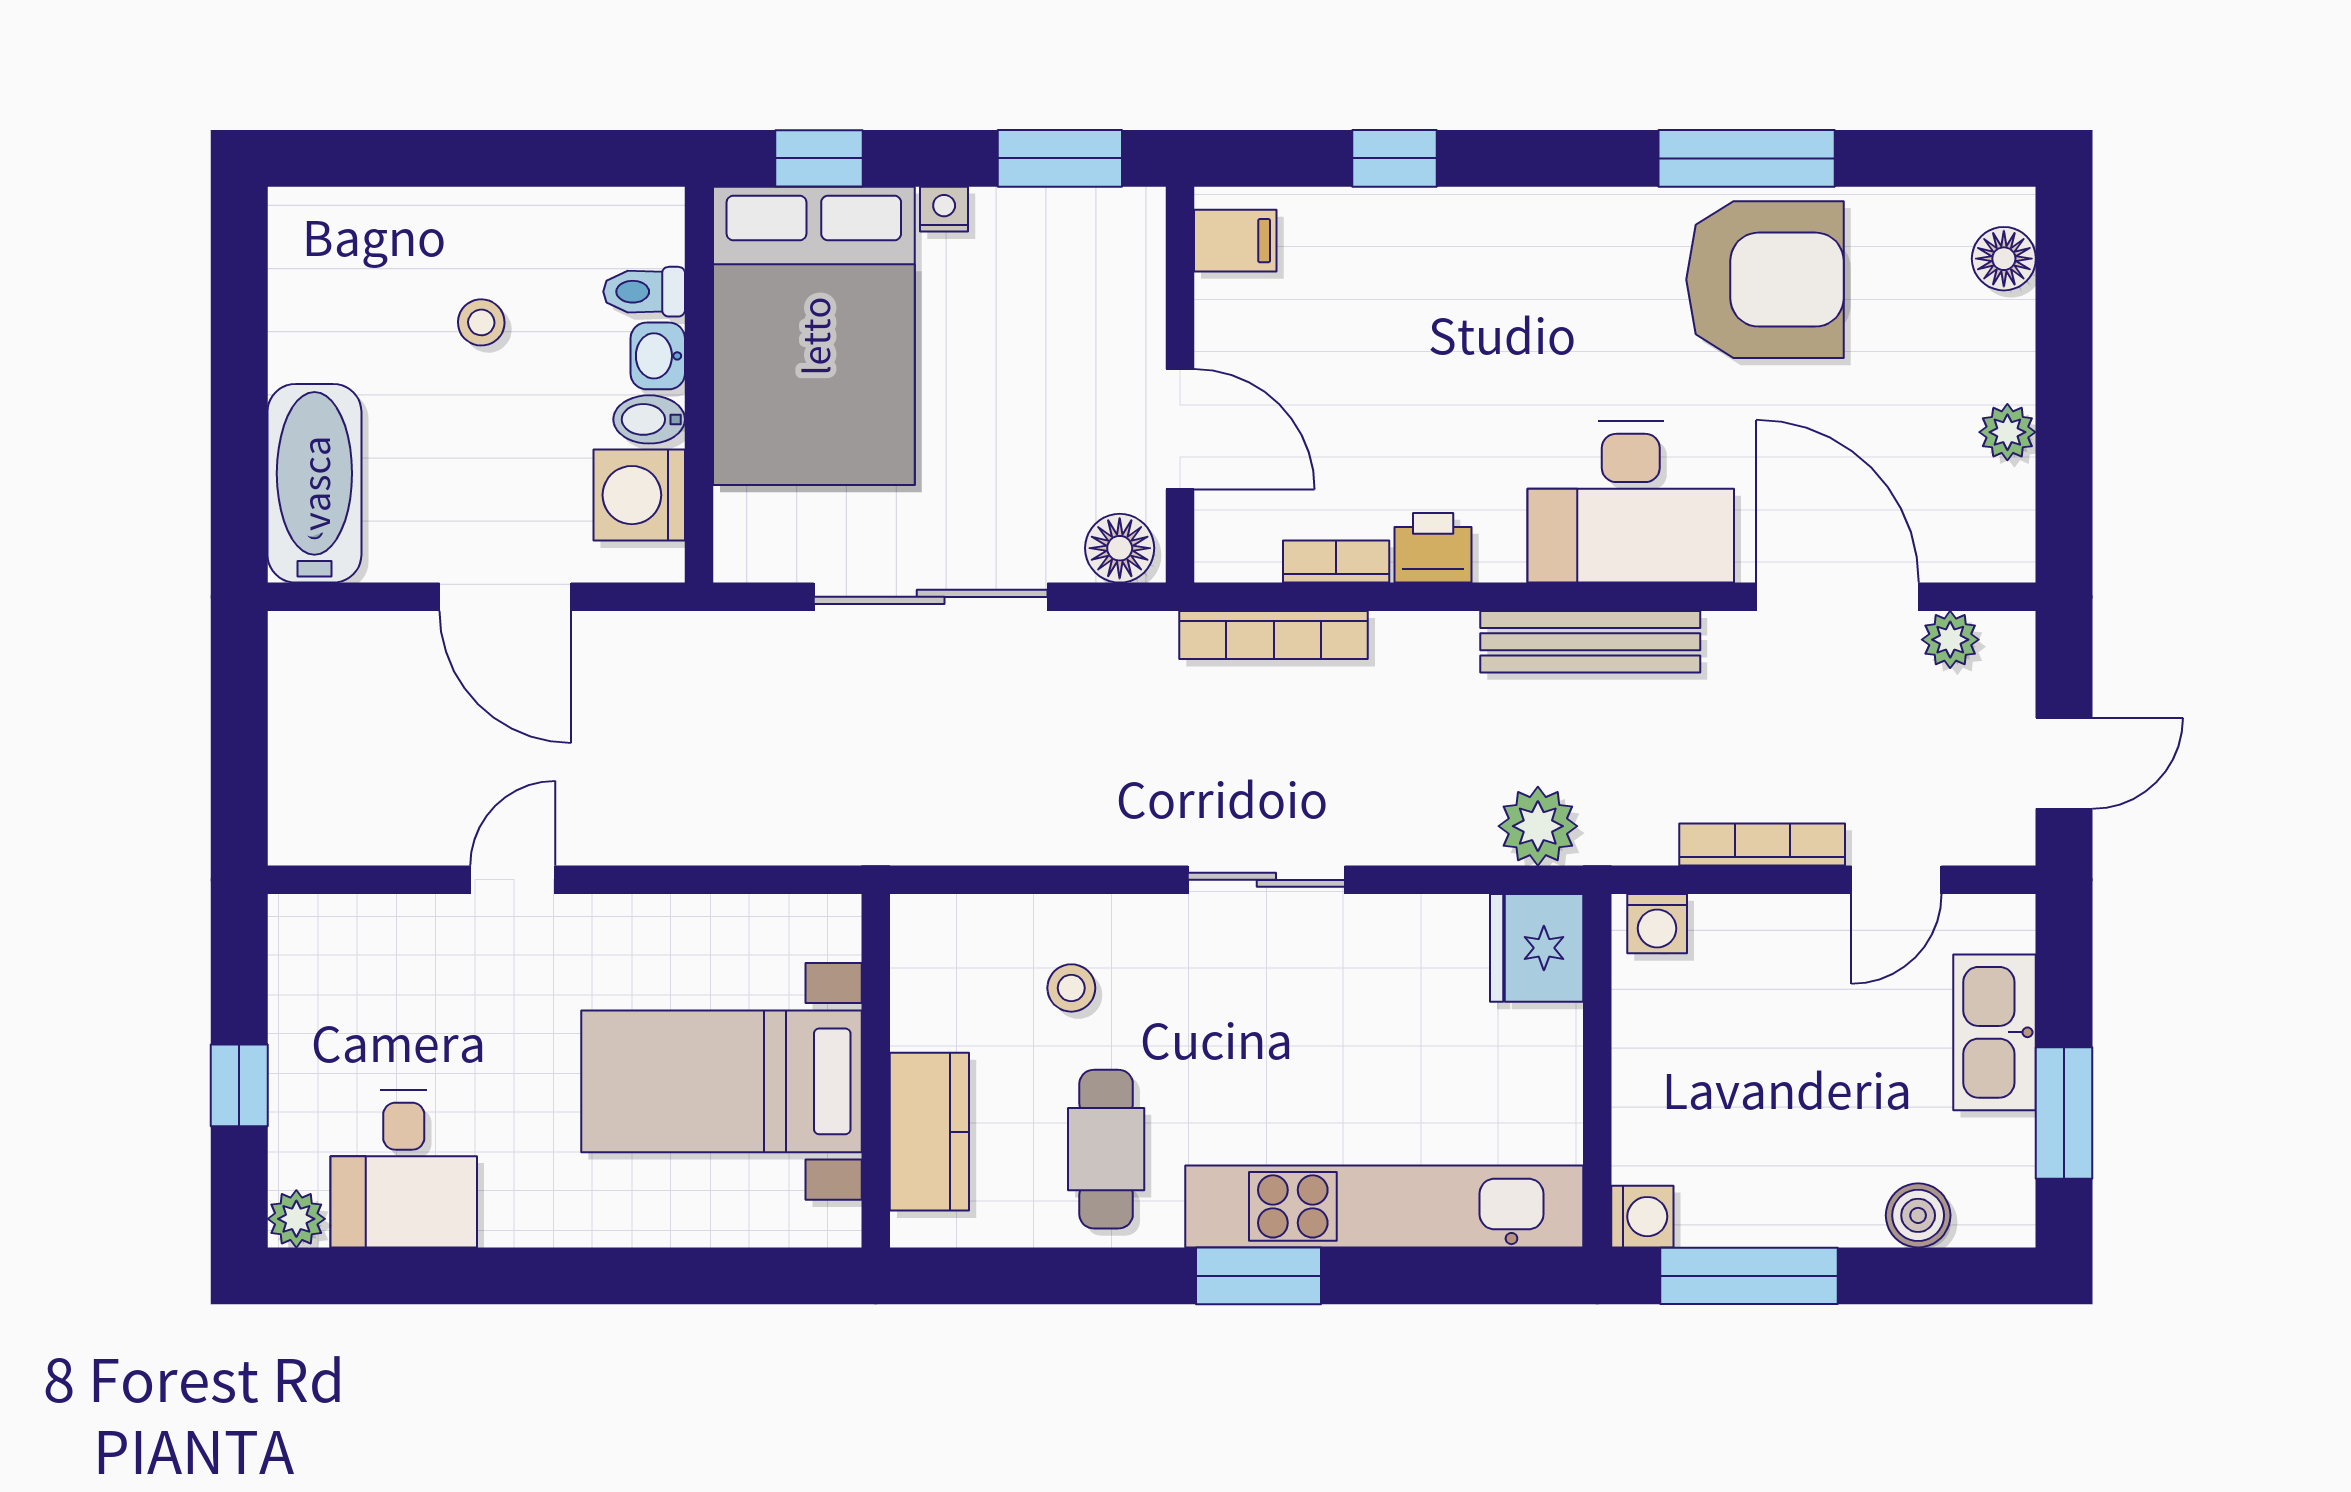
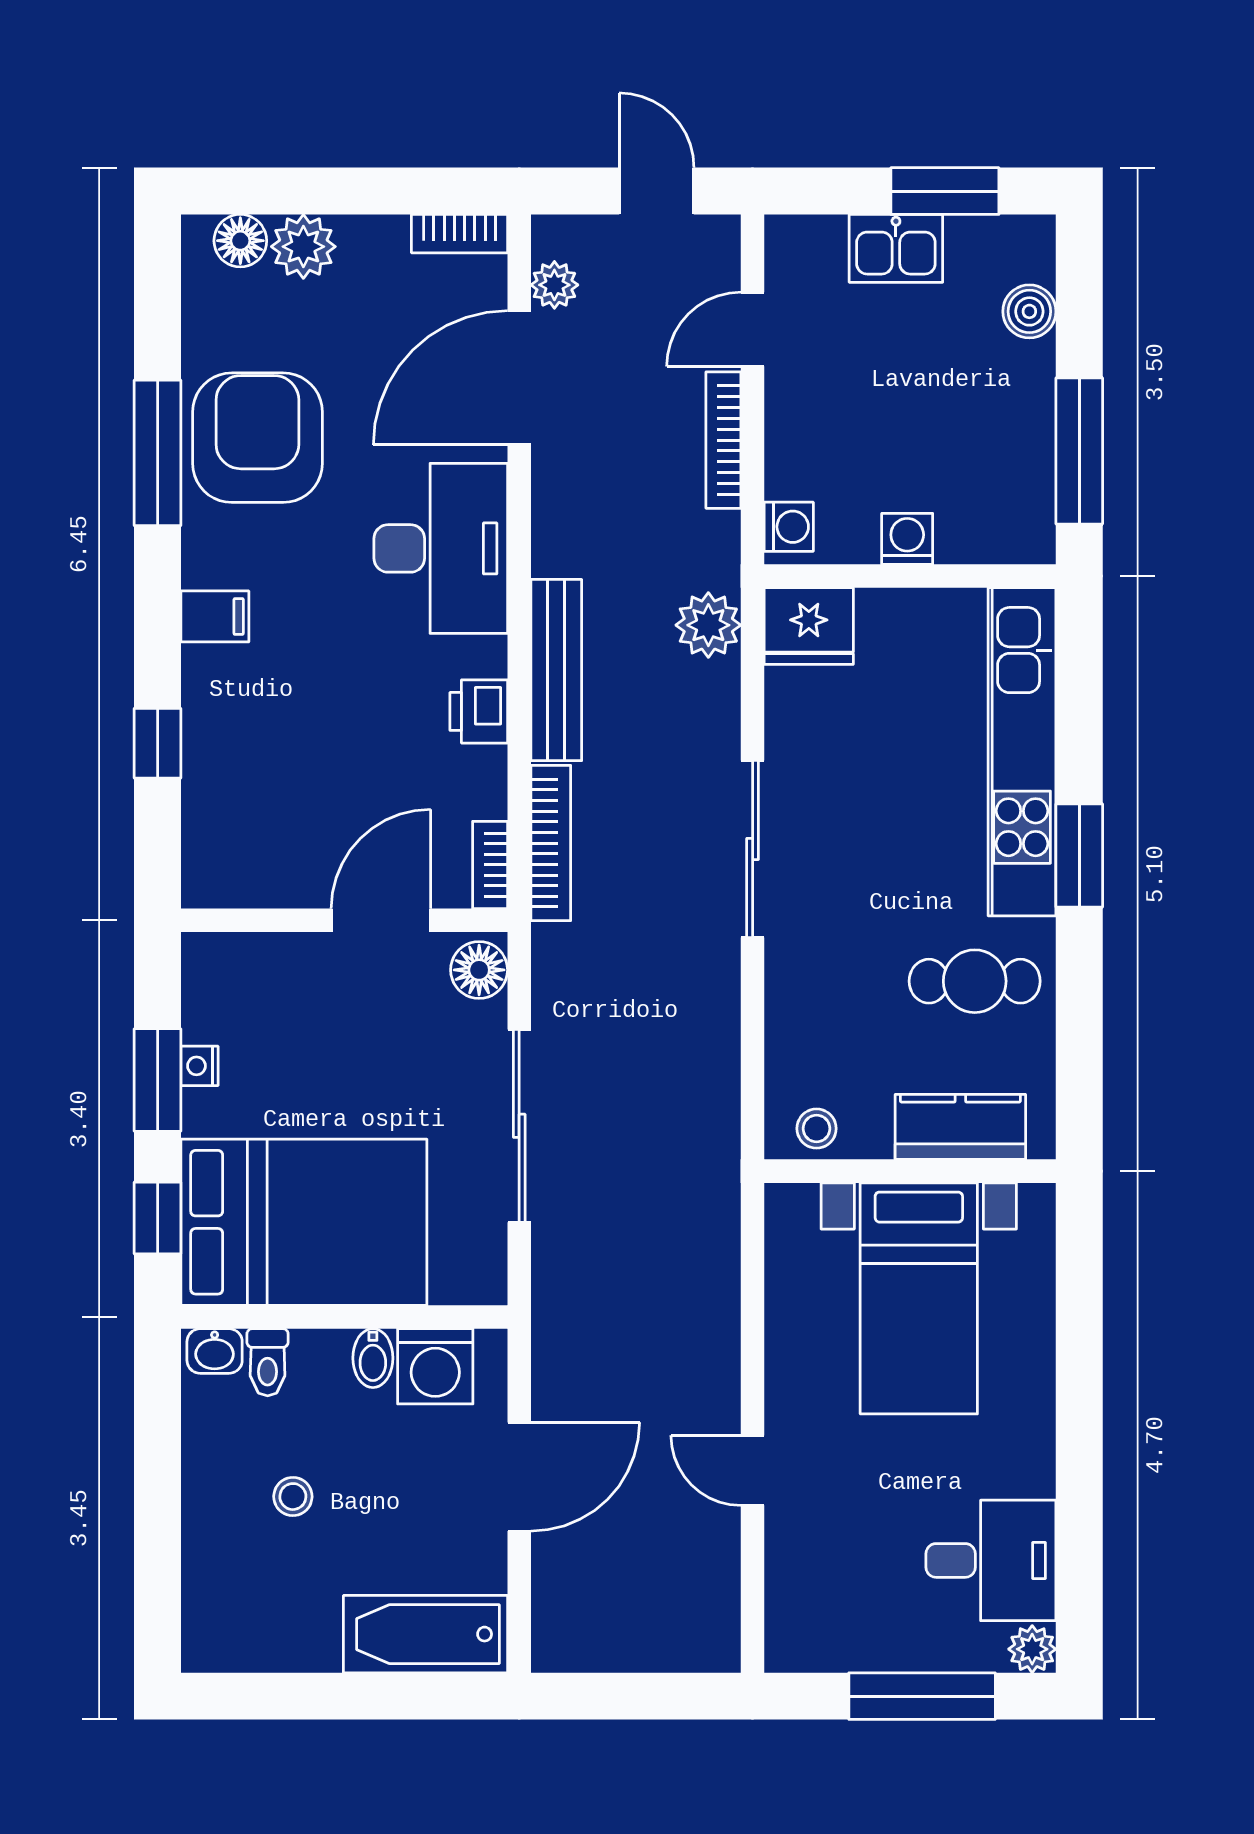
window: (1060, 158) -> (158, 1080), moved
nightstand: (944, 209) -> (199, 1066), moved
filing cabinet: (1235, 241) -> (215, 616), moved, turned 90
washbasin: (658, 356) -> (215, 1351), moved
plant: (2007, 432) -> (303, 247), moved, width x1.38, depth x1.38
bookcase: (2012, 524) -> (459, 234), added
bookcase: (1336, 562) -> (490, 865), moved
bench: (1590, 642) -> (556, 670), moved
sliding door: (1266, 880) -> (753, 849), width x1.37
door: (1896, 880) -> (753, 329), swing flipped
stool: (1071, 988) -> (817, 1129), moved
kitchen sink: (1995, 1032) -> (896, 248), width x0.73
window: (239, 1085) -> (922, 1696), width x2.17
washing machine: (1642, 1217) -> (907, 539), moved

